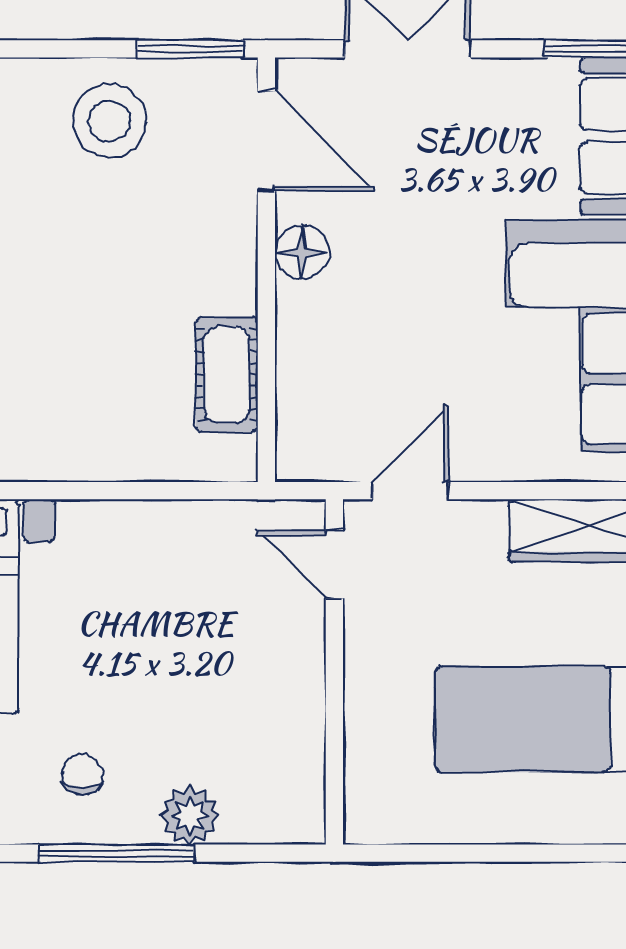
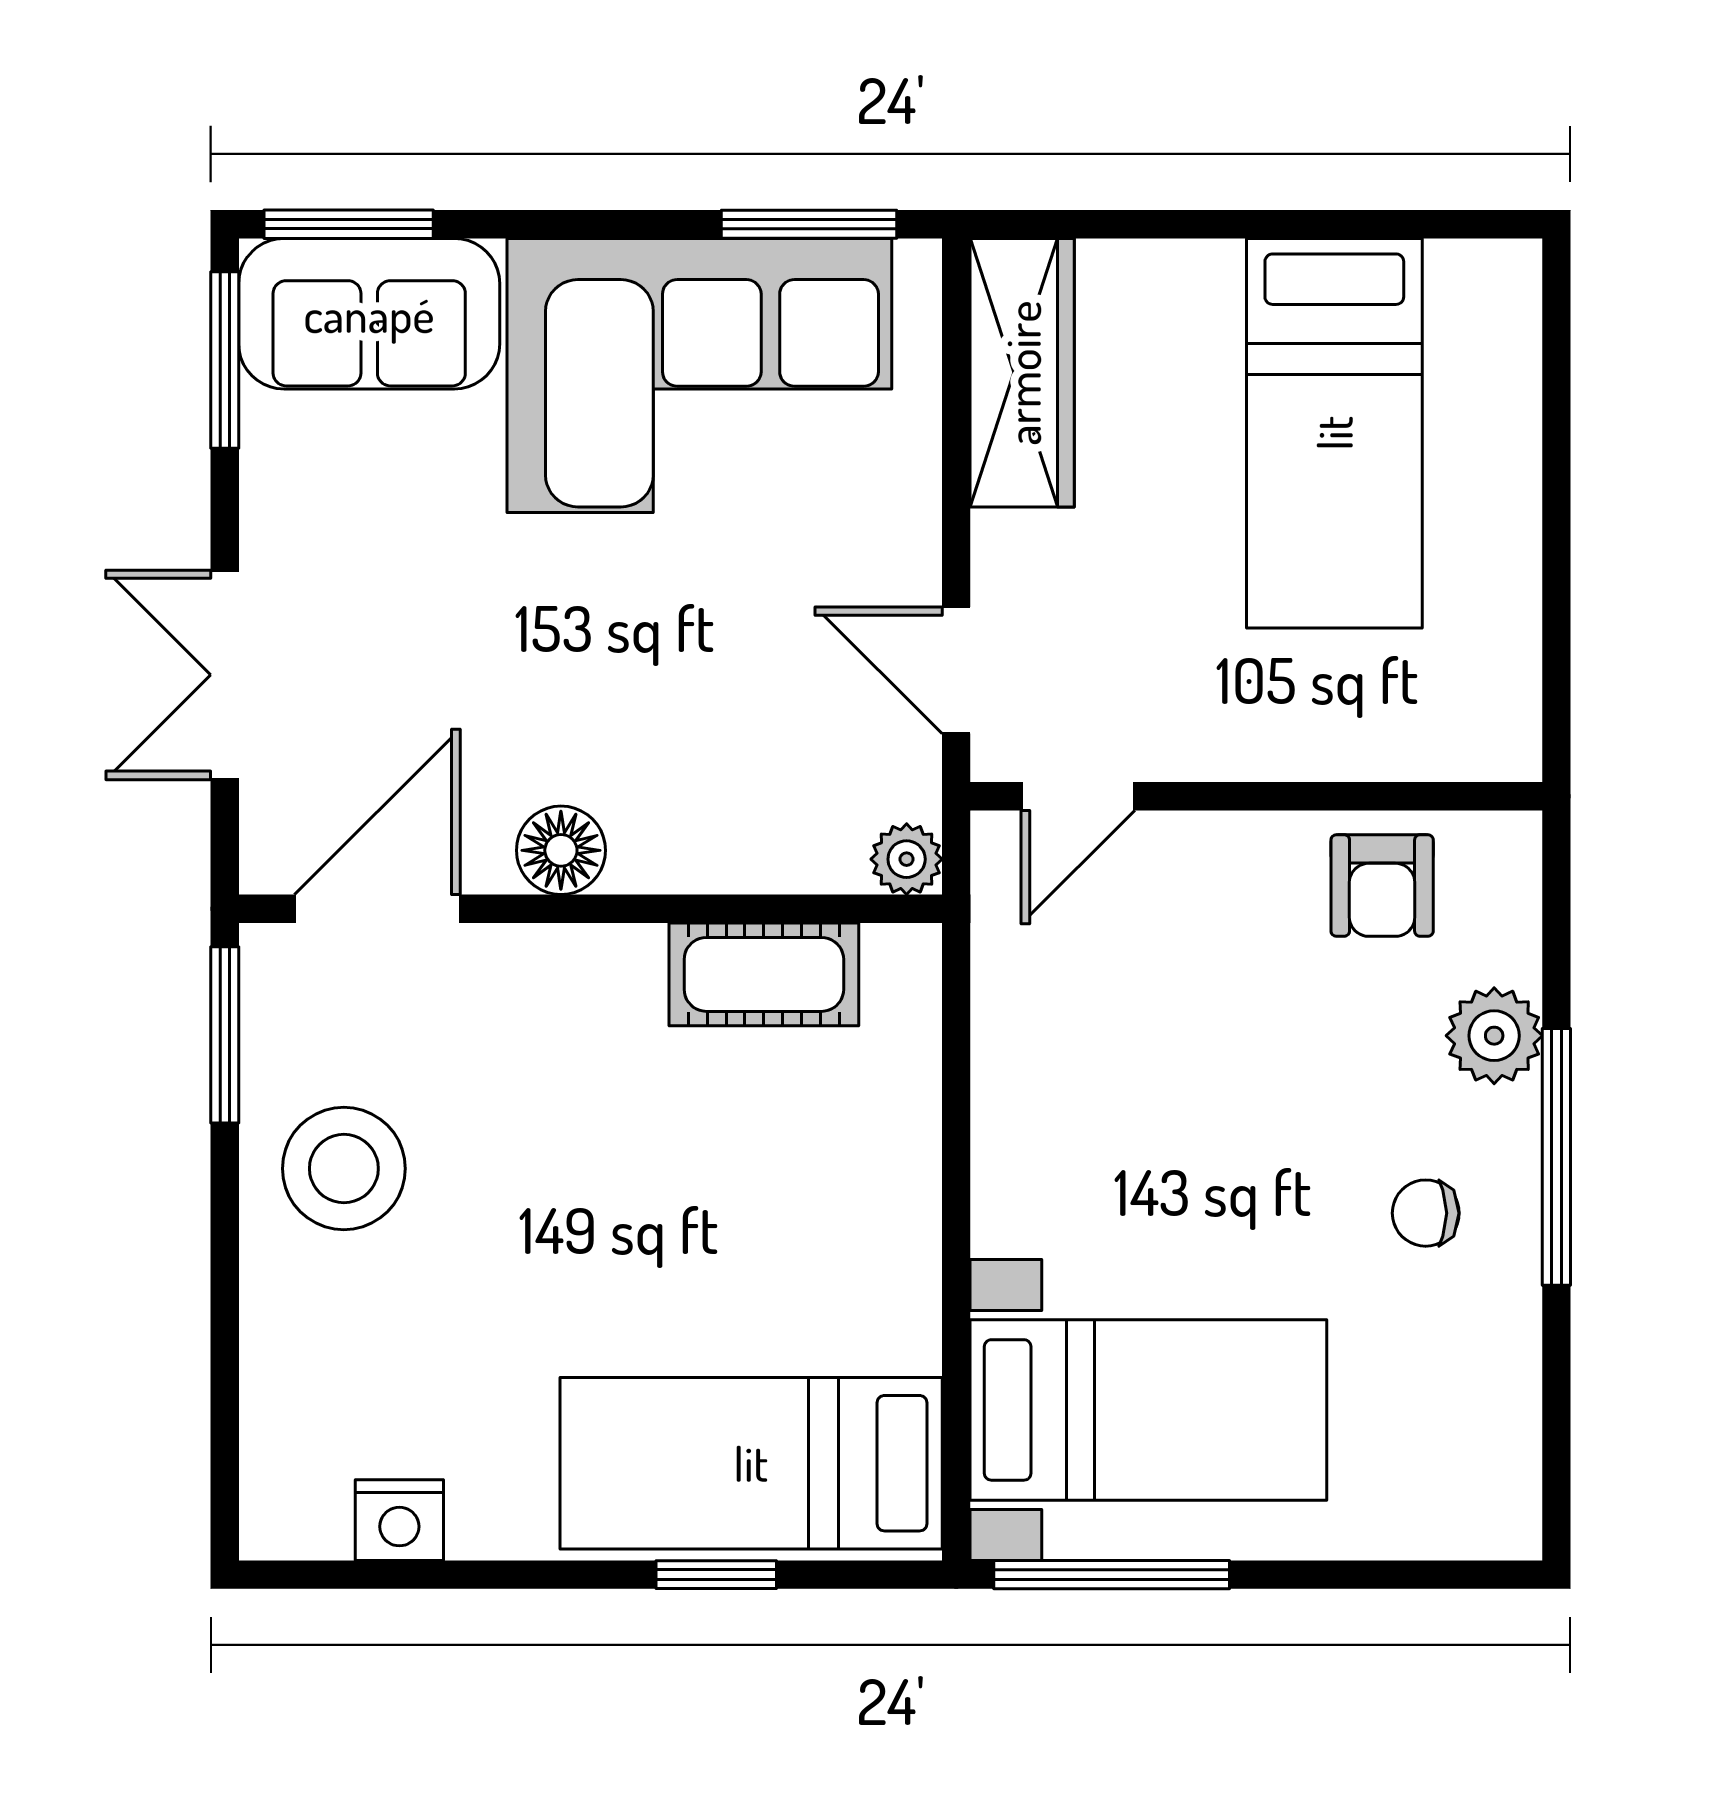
plant: (296, 461) -> (907, 859), added
armchair: (280, 748) -> (1382, 886), added

